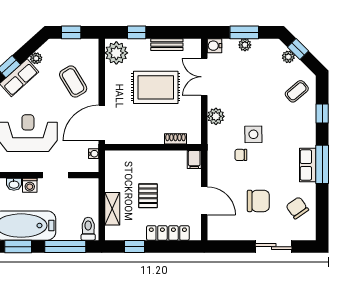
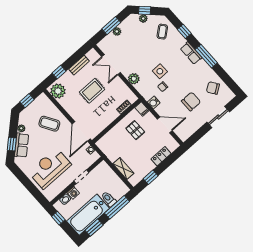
water cooler: (214, 46) -> (154, 102), moved
rug: (156, 87) -> (92, 91), width x0.73, depth x0.70
row of seats: (308, 165) -> (191, 53), moved
pallet: (148, 196) -> (135, 130), moved
toilet: (88, 229) -> (109, 199), moved
locker: (168, 233) -> (161, 156), width x0.66

